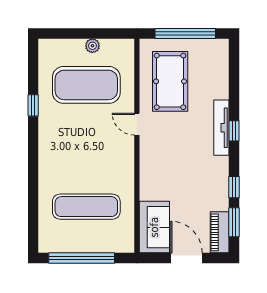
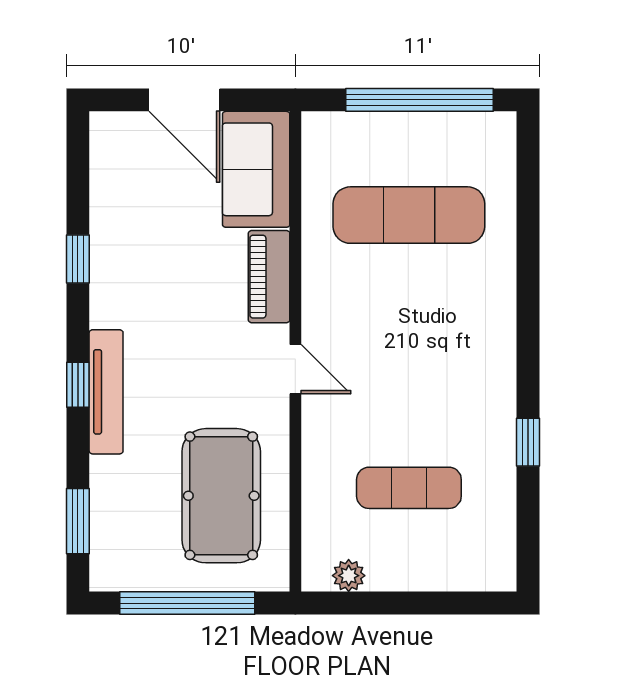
plant: (92, 46) -> (349, 576), moved
exercise mat: (86, 85) -> (409, 488), width x0.50, depth x0.69
door: (137, 124) -> (295, 369), moved
window: (234, 222) -> (78, 521), moved
piano: (220, 232) -> (269, 277), moved, turned 180

